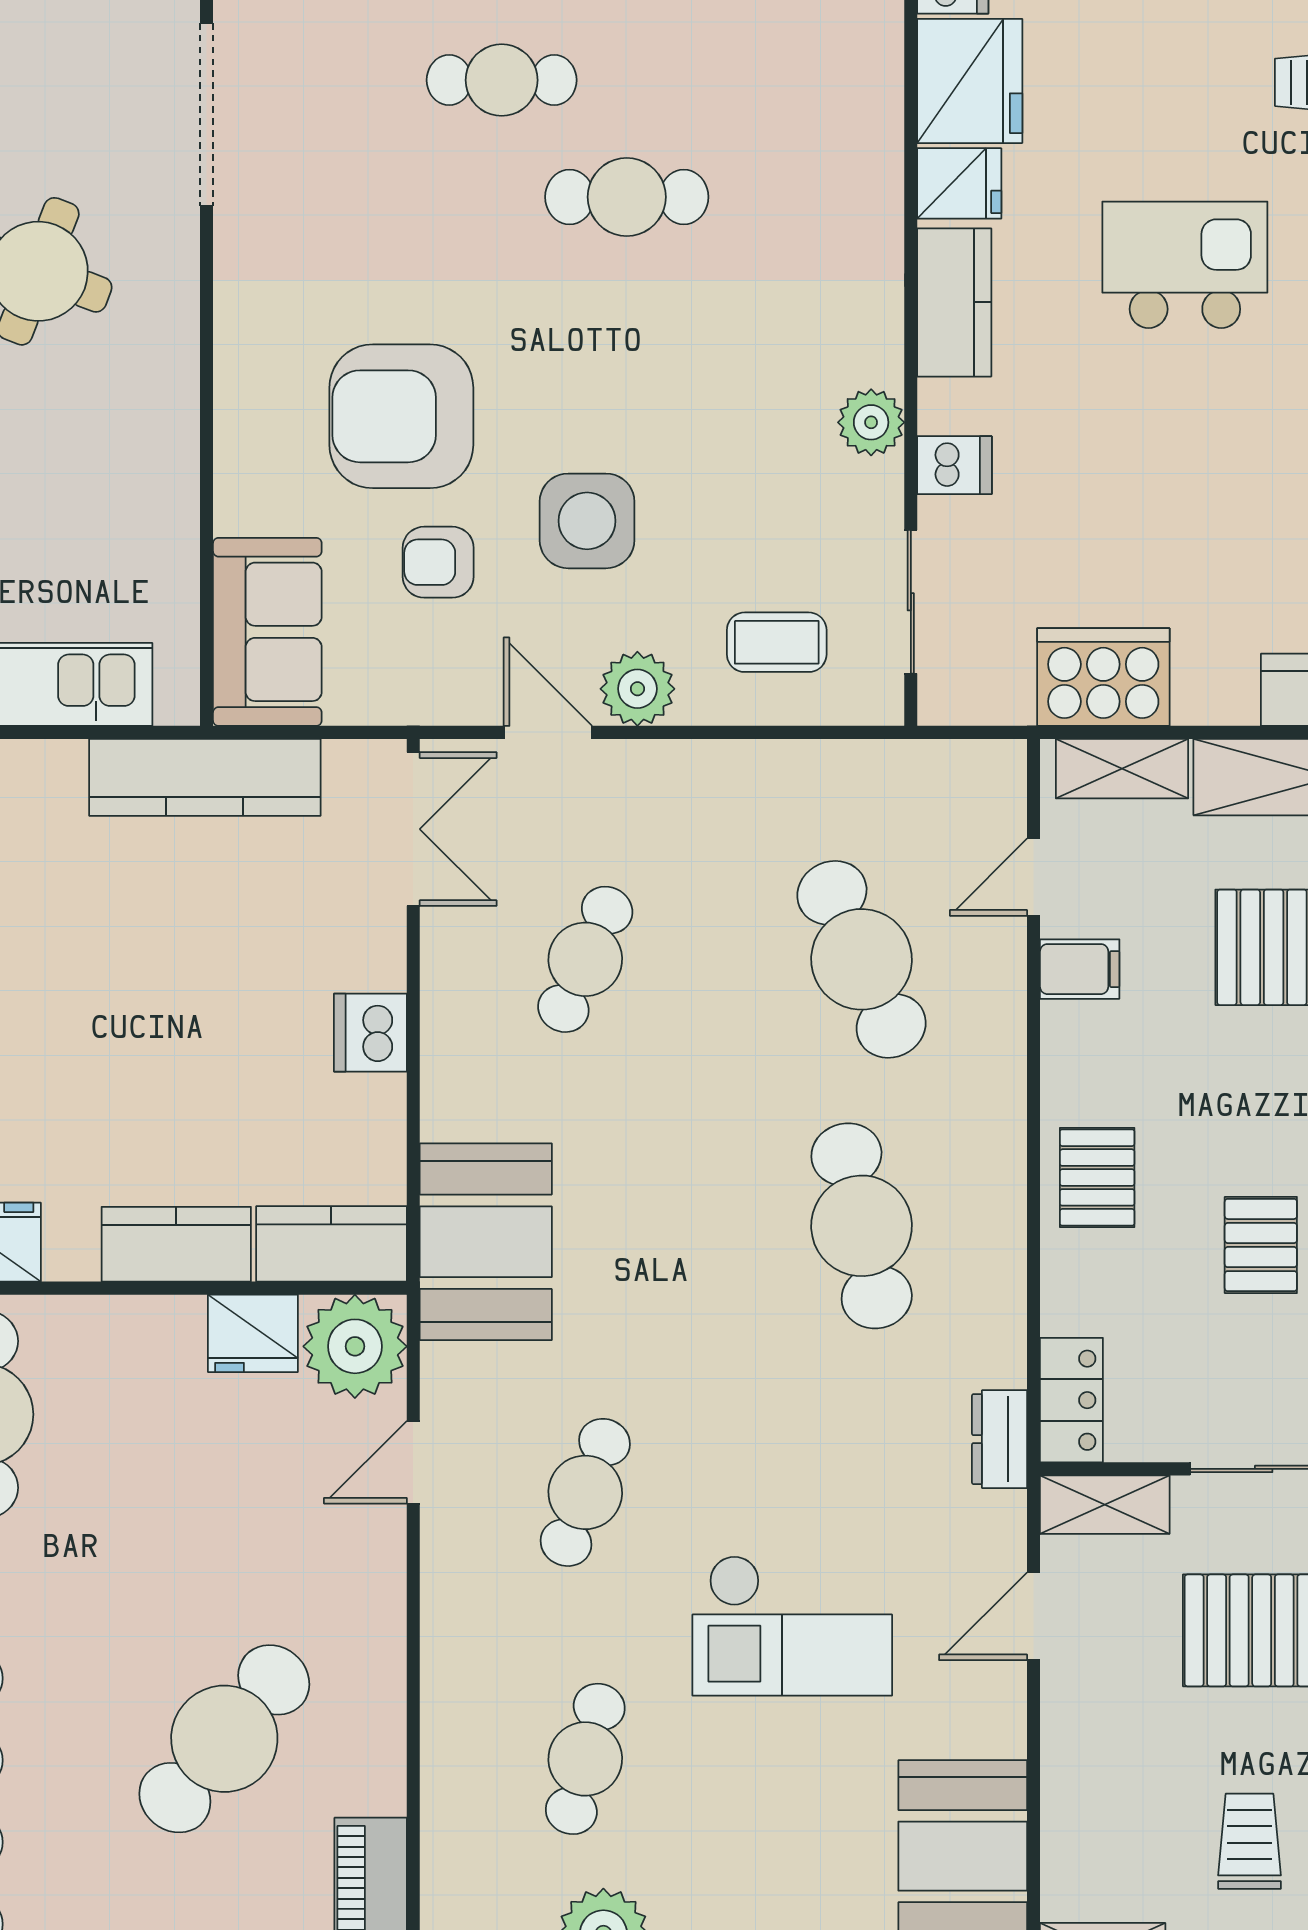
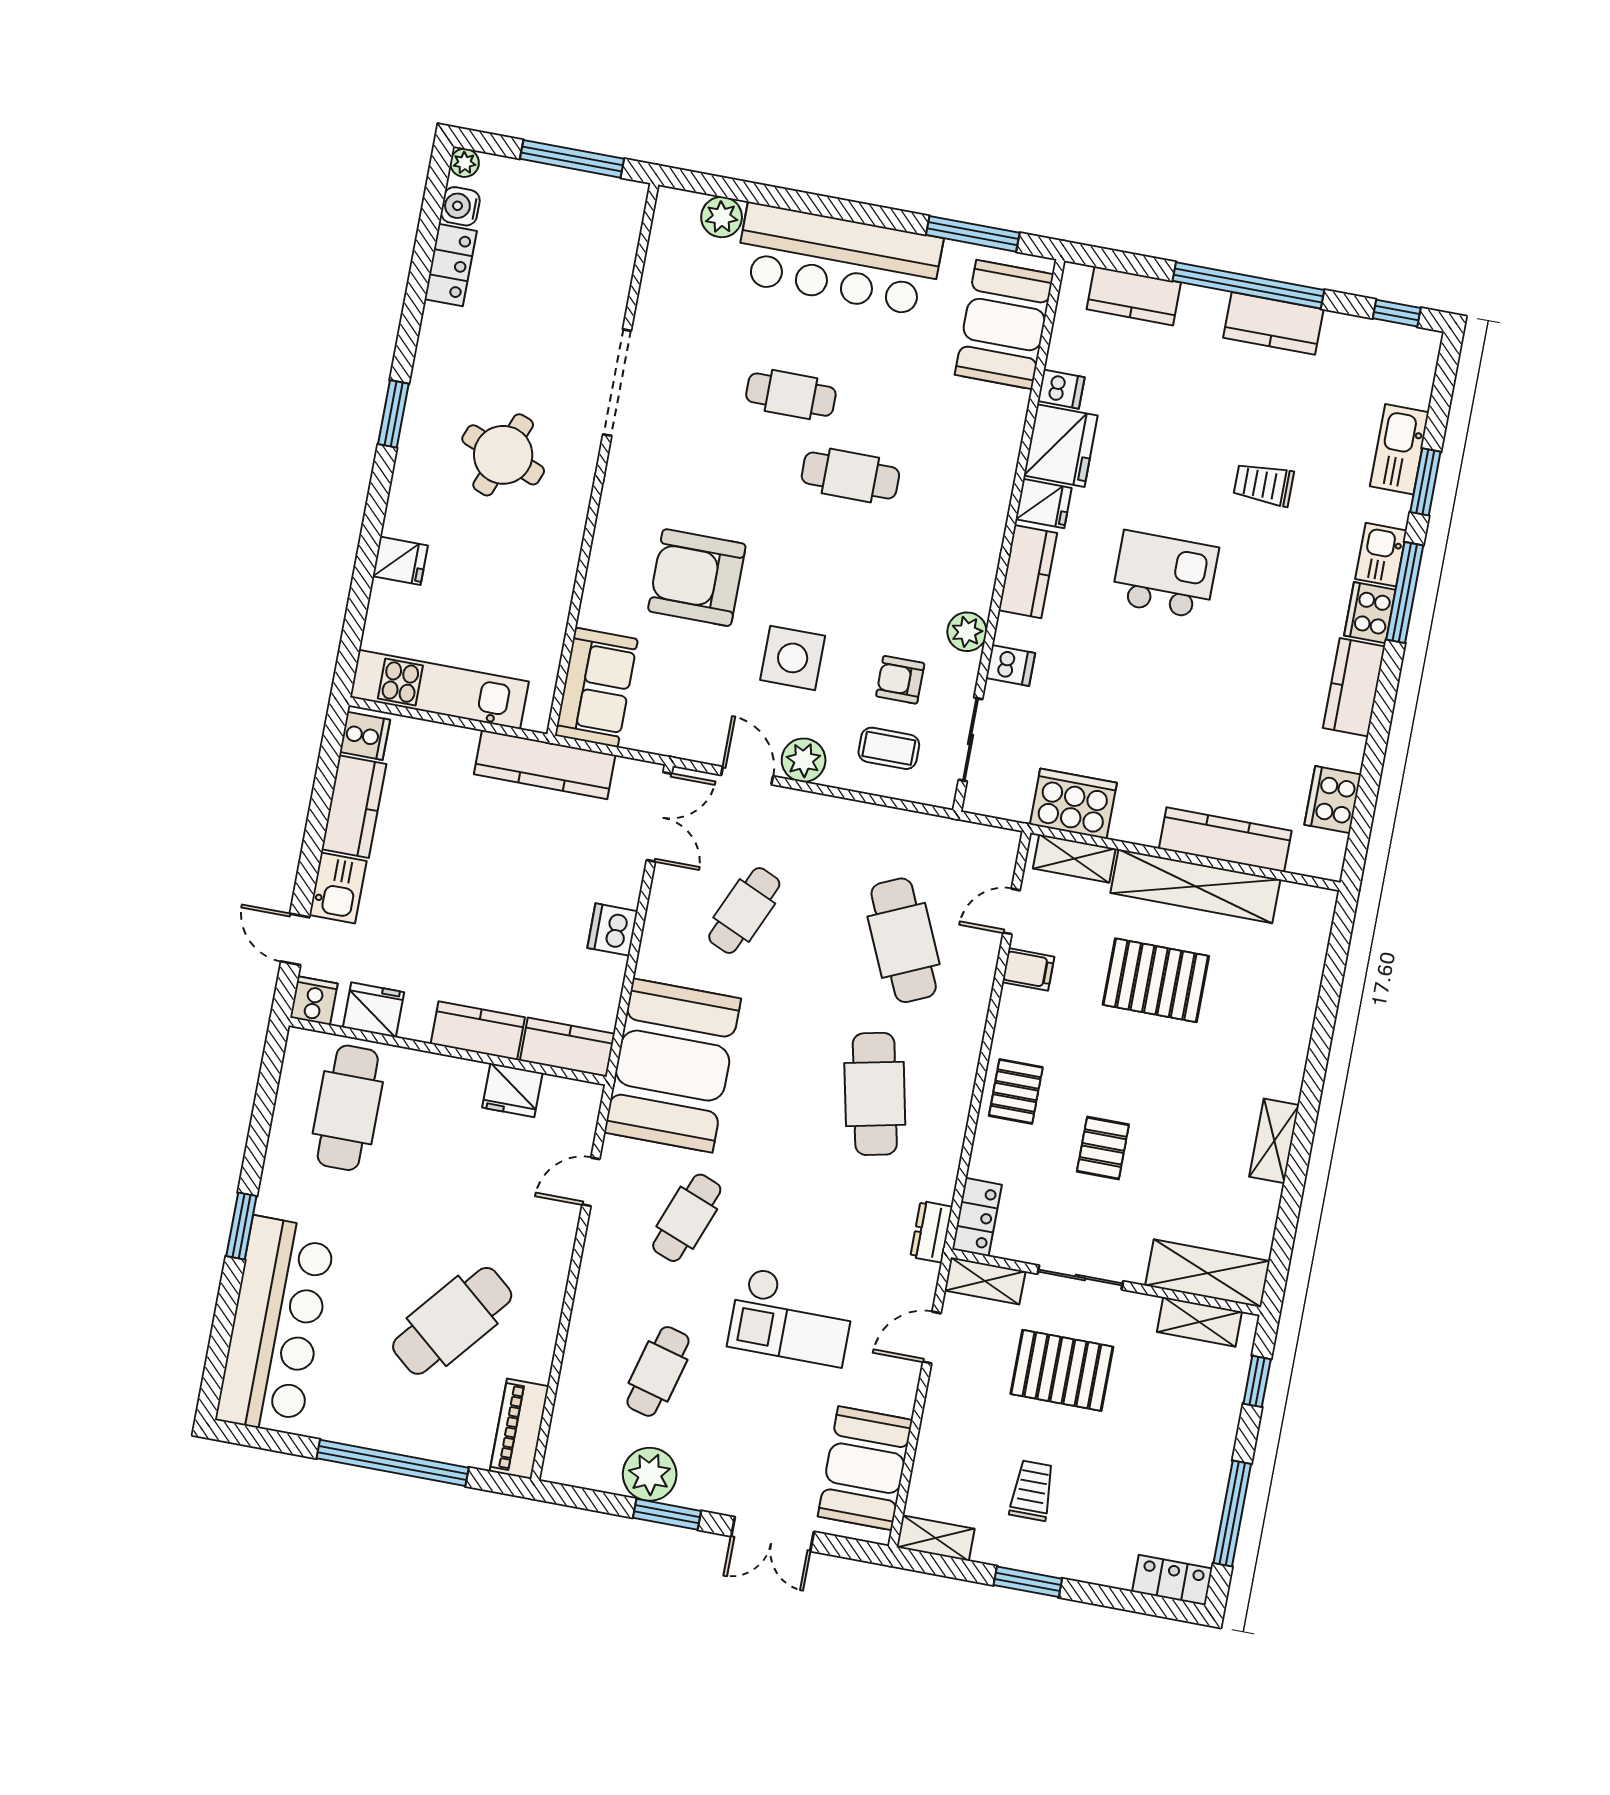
armchair: (438, 562) -> (900, 680), moved
booth: (486, 1242) -> (673, 1066), width x1.36, depth x1.42
plant: (355, 1346) -> (570, 1109), removed

